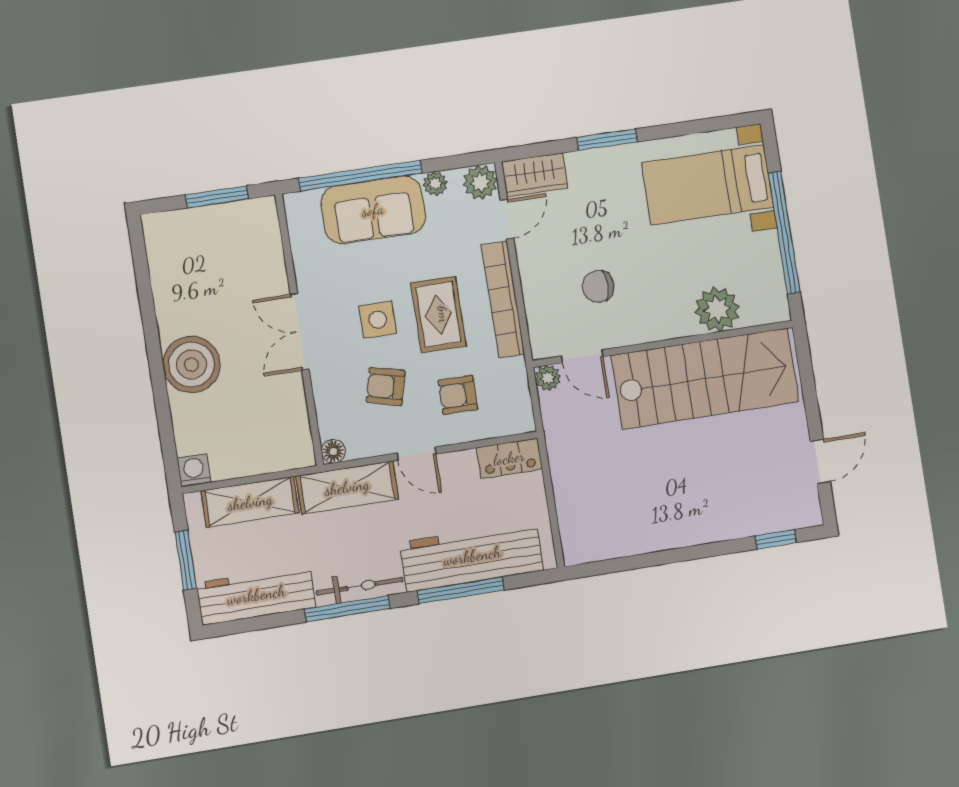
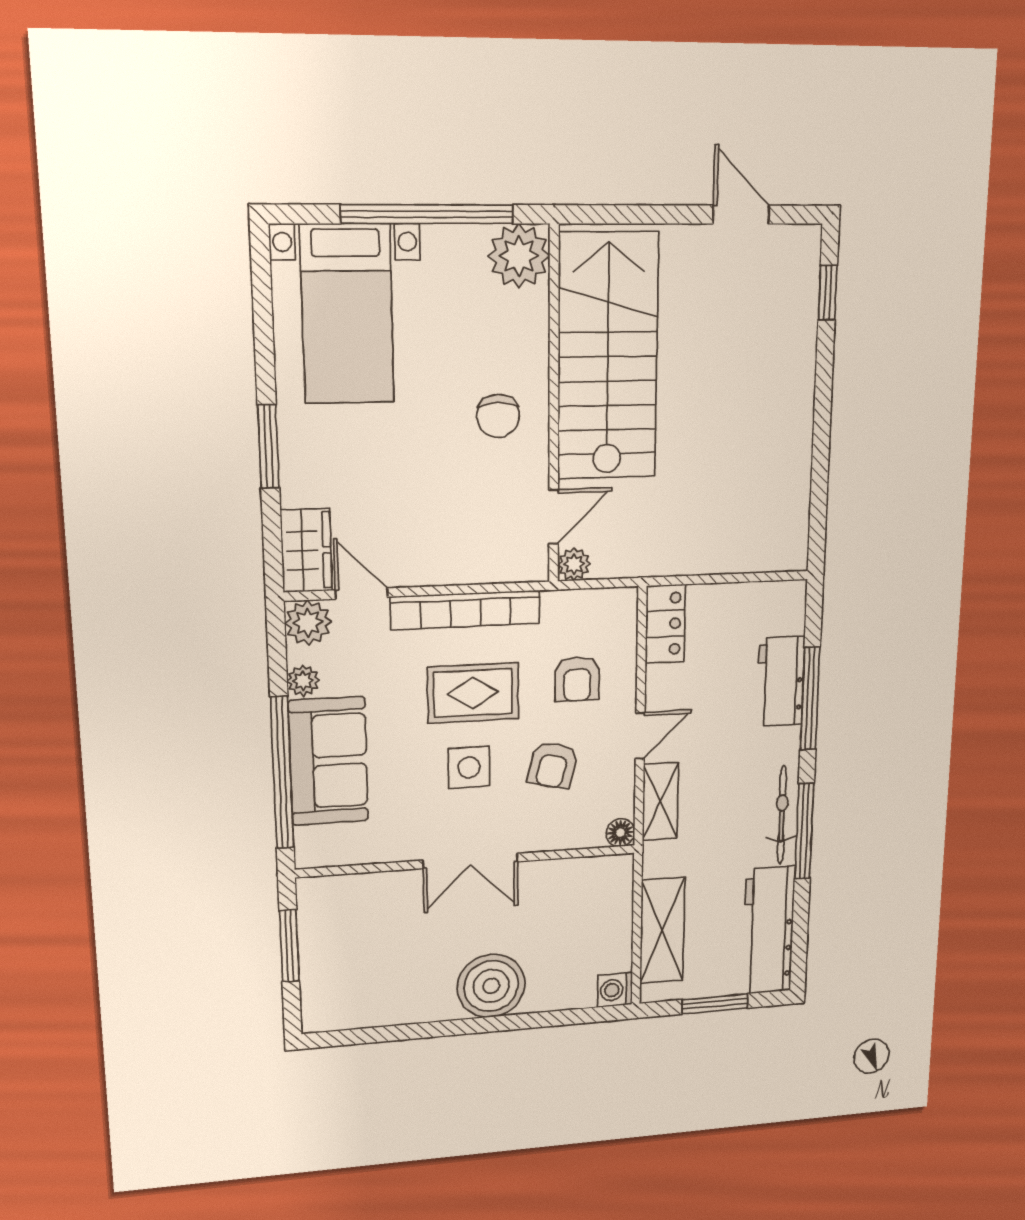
chair: (598, 286) -> (498, 416), moved
plant: (717, 309) -> (519, 256), moved
shelving: (347, 487) -> (660, 801), width x0.67, depth x0.75
workbench: (472, 556) -> (781, 681), width x0.53, depth x0.76

